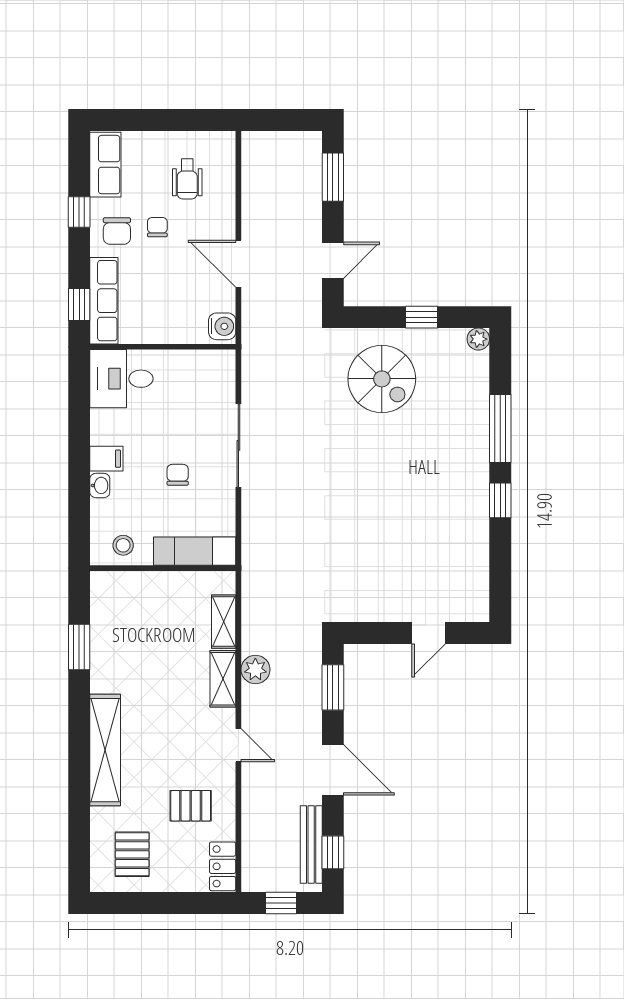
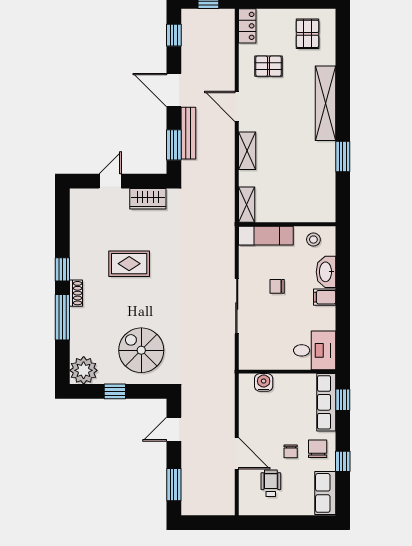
door: (238, 264) -> (237, 453), moved
water cooler: (222, 326) -> (264, 382), moved, turned 90
plant: (478, 339) -> (84, 370), width x1.88, depth x1.88
shoe rack: (480, 465) -> (76, 293), added
chair: (178, 475) -> (277, 286), turned 90
washbasin: (100, 485) -> (326, 272), width x1.91, depth x1.45
rug: (400, 509) -> (129, 264), added
wardrobe: (372, 606) -> (148, 199), added
shelving: (224, 622) -> (247, 205), moved
window: (79, 647) -> (343, 156), moved
plant: (255, 670) -> (225, 157), removed
door: (238, 745) -> (237, 106), width x1.37
bench: (311, 845) -> (188, 133), moved

